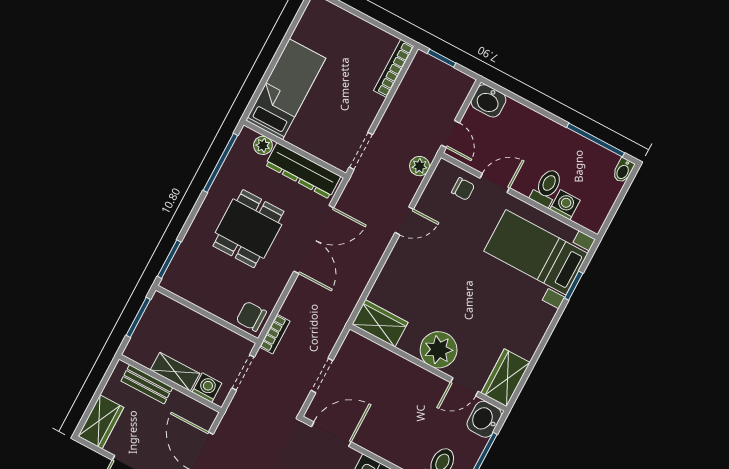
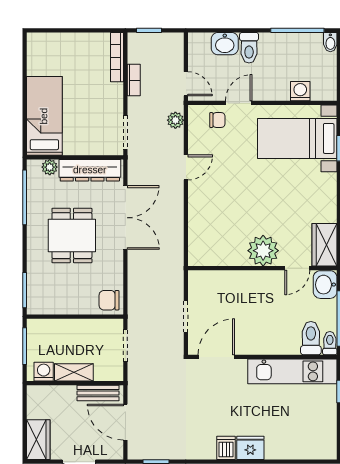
washbasin: (488, 101) -> (225, 44), moved
toilet: (547, 187) -> (249, 48), moved, turned 180
wardrobe: (380, 323) -> (209, 254), removed
bookcase: (275, 334) -> (134, 80), moved
bench: (147, 384) -> (98, 393), moved
washing machine: (207, 388) -> (44, 372), moved

